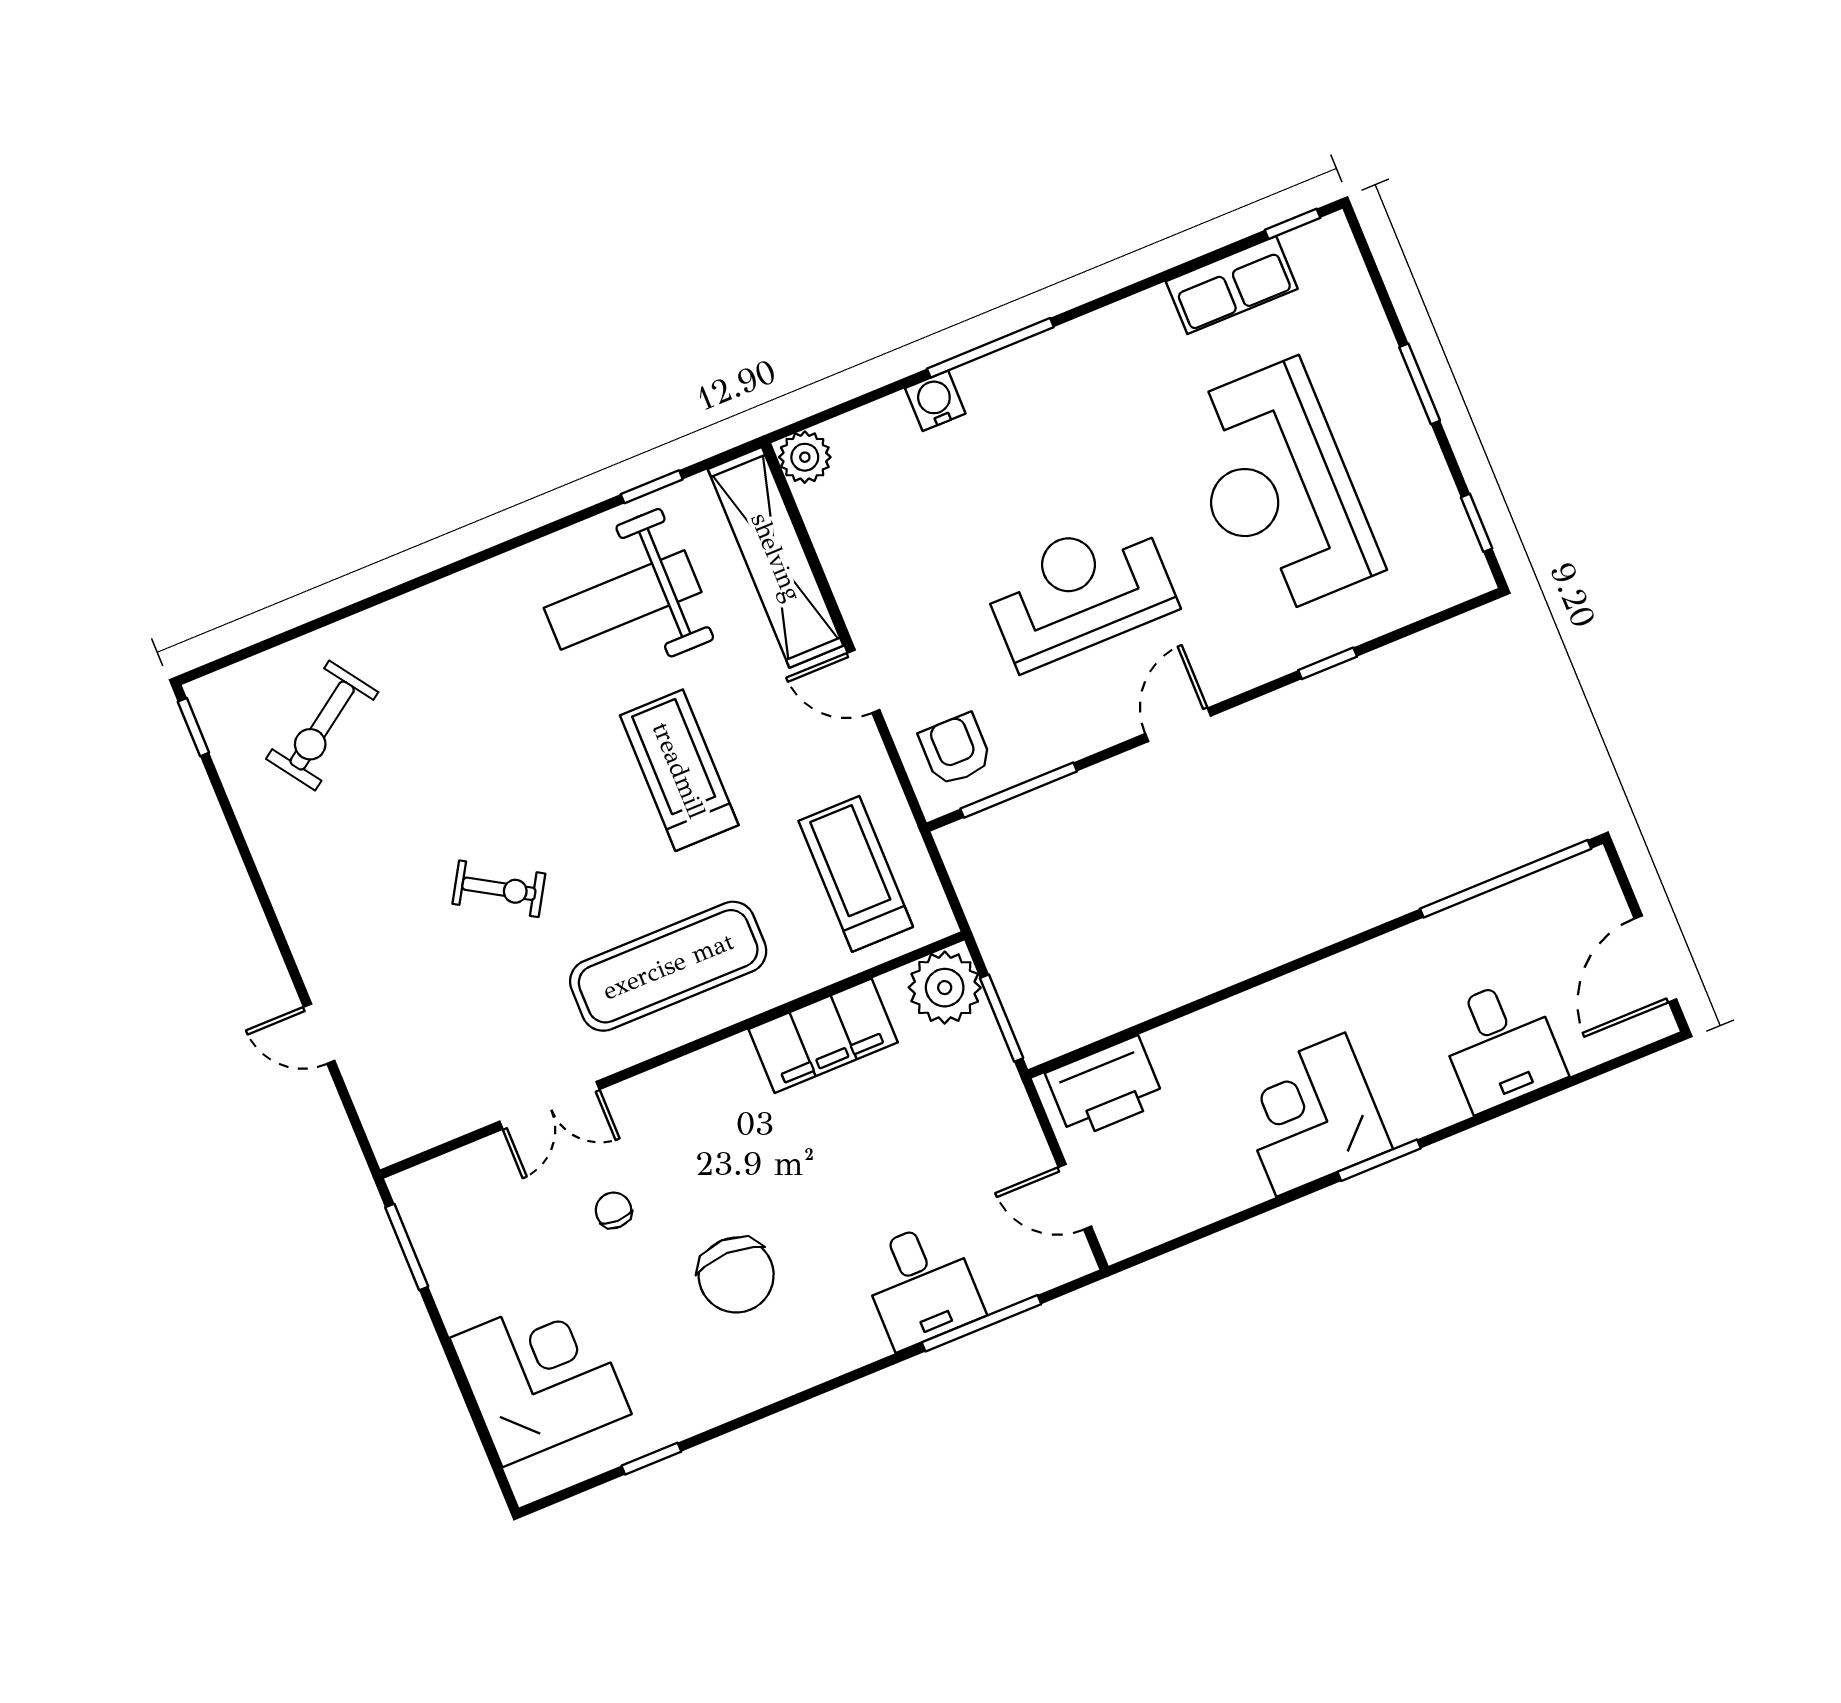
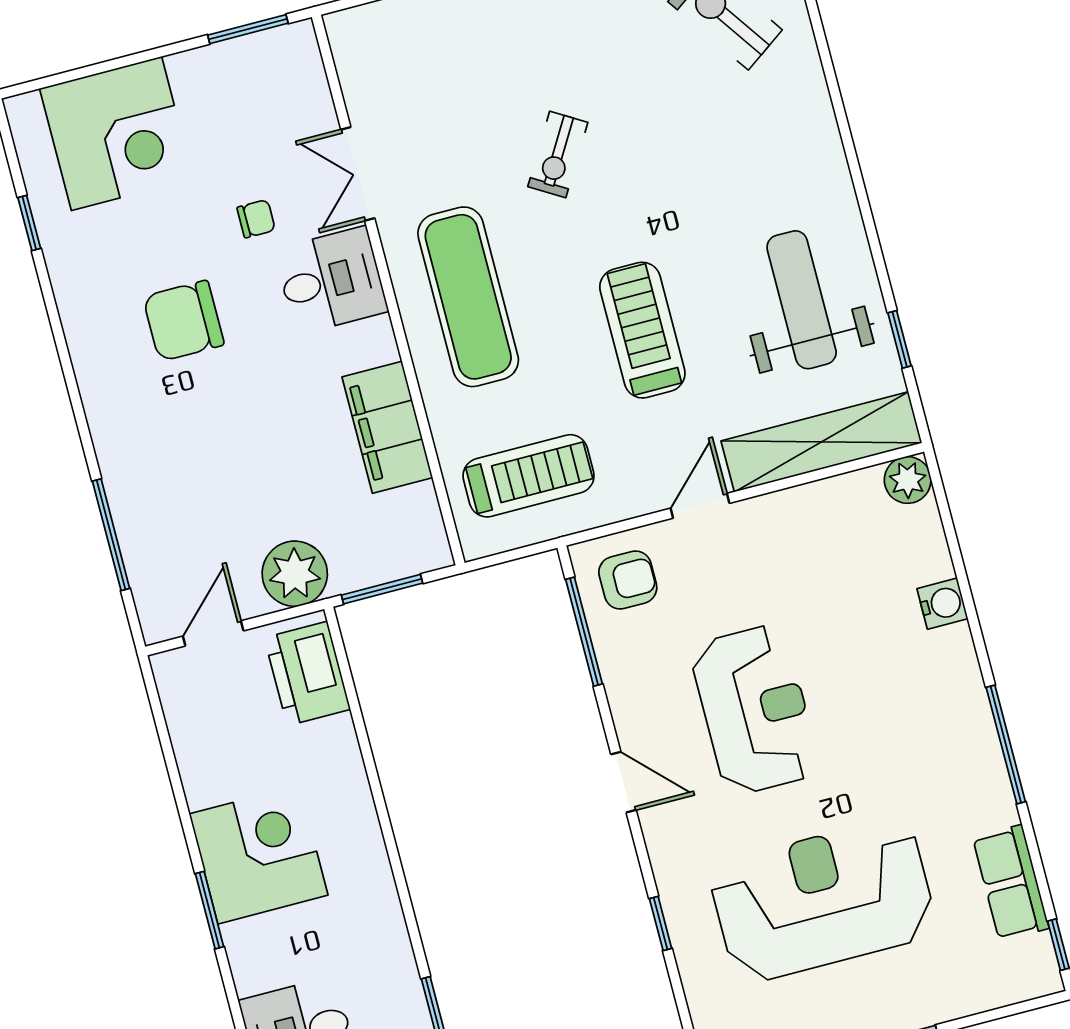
window: (990, 348) -> (1006, 745), moved
treadmill: (679, 770) -> (642, 330), turned -90
plant: (945, 988) -> (295, 574), moved
desk: (921, 1285) -> (331, 280), moved, turned 180

